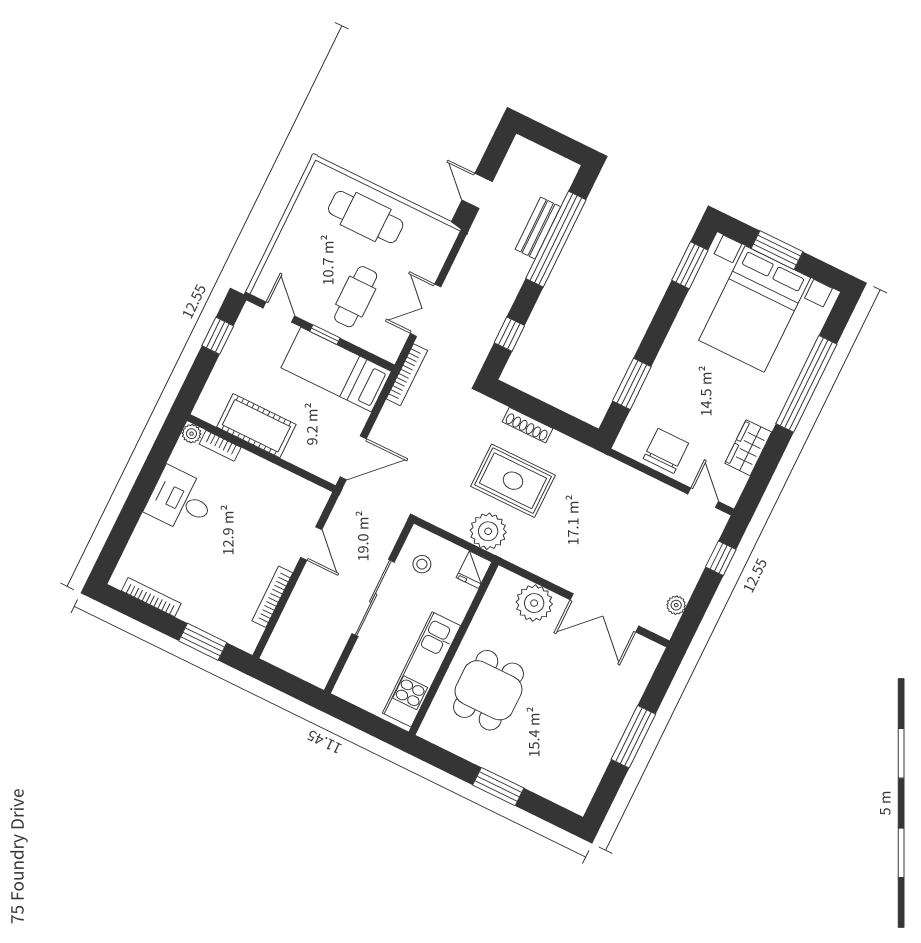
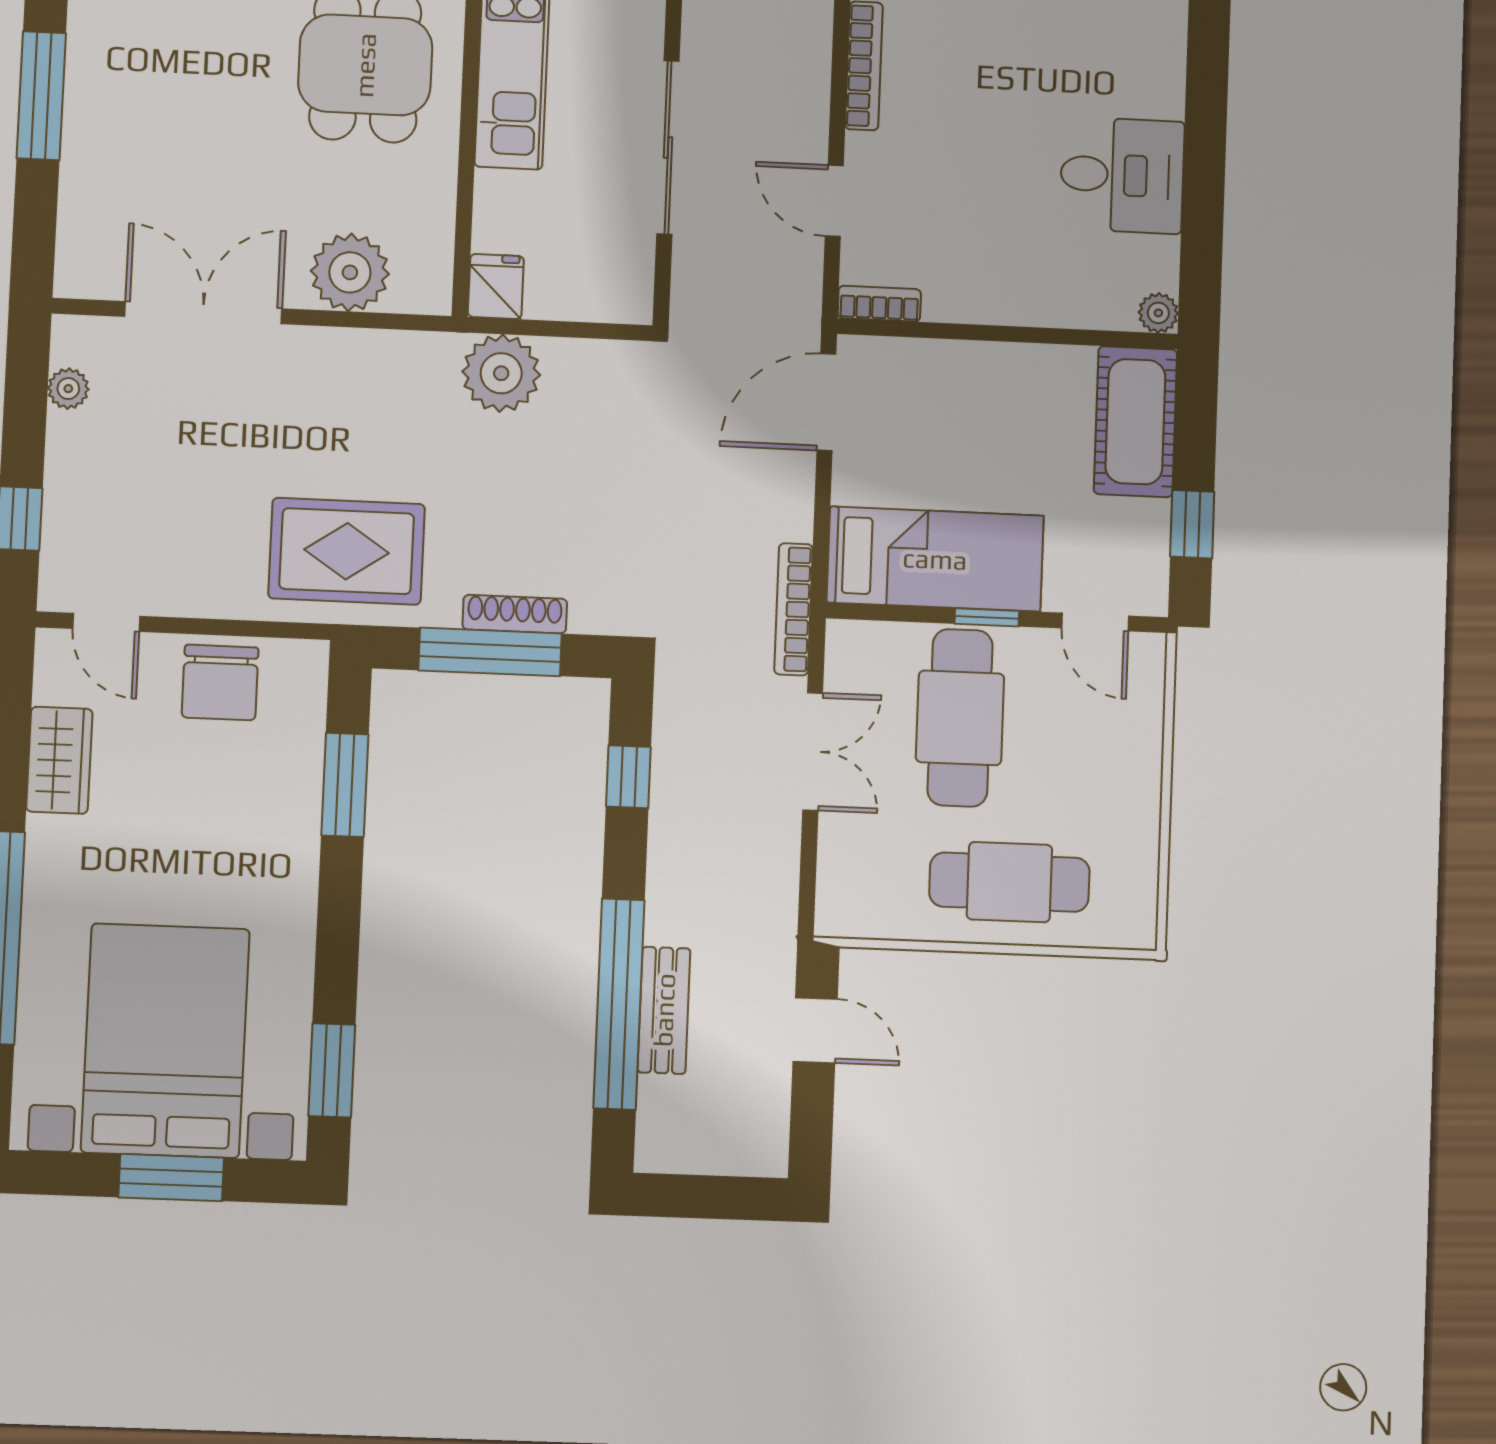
cafe table: (356, 297) -> (960, 718), width x1.37, depth x1.35
window: (545, 413) -> (490, 652), added
cot: (256, 426) -> (1135, 422), moved, turned 90
bookcase: (220, 446) -> (879, 304), moved
rug: (513, 481) -> (347, 551), moved
stool: (422, 564) -> (602, 254), removed

